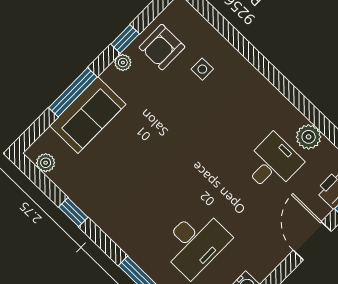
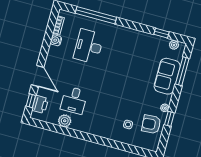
armchair: (162, 47) -> (151, 124), turned -94
window: (73, 92) -> (182, 71), moved
window: (73, 212) -> (162, 33), moved

